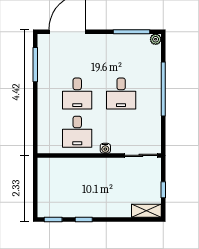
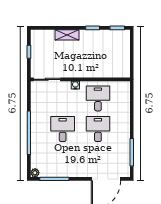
shelving: (146, 211) -> (67, 35), moved

